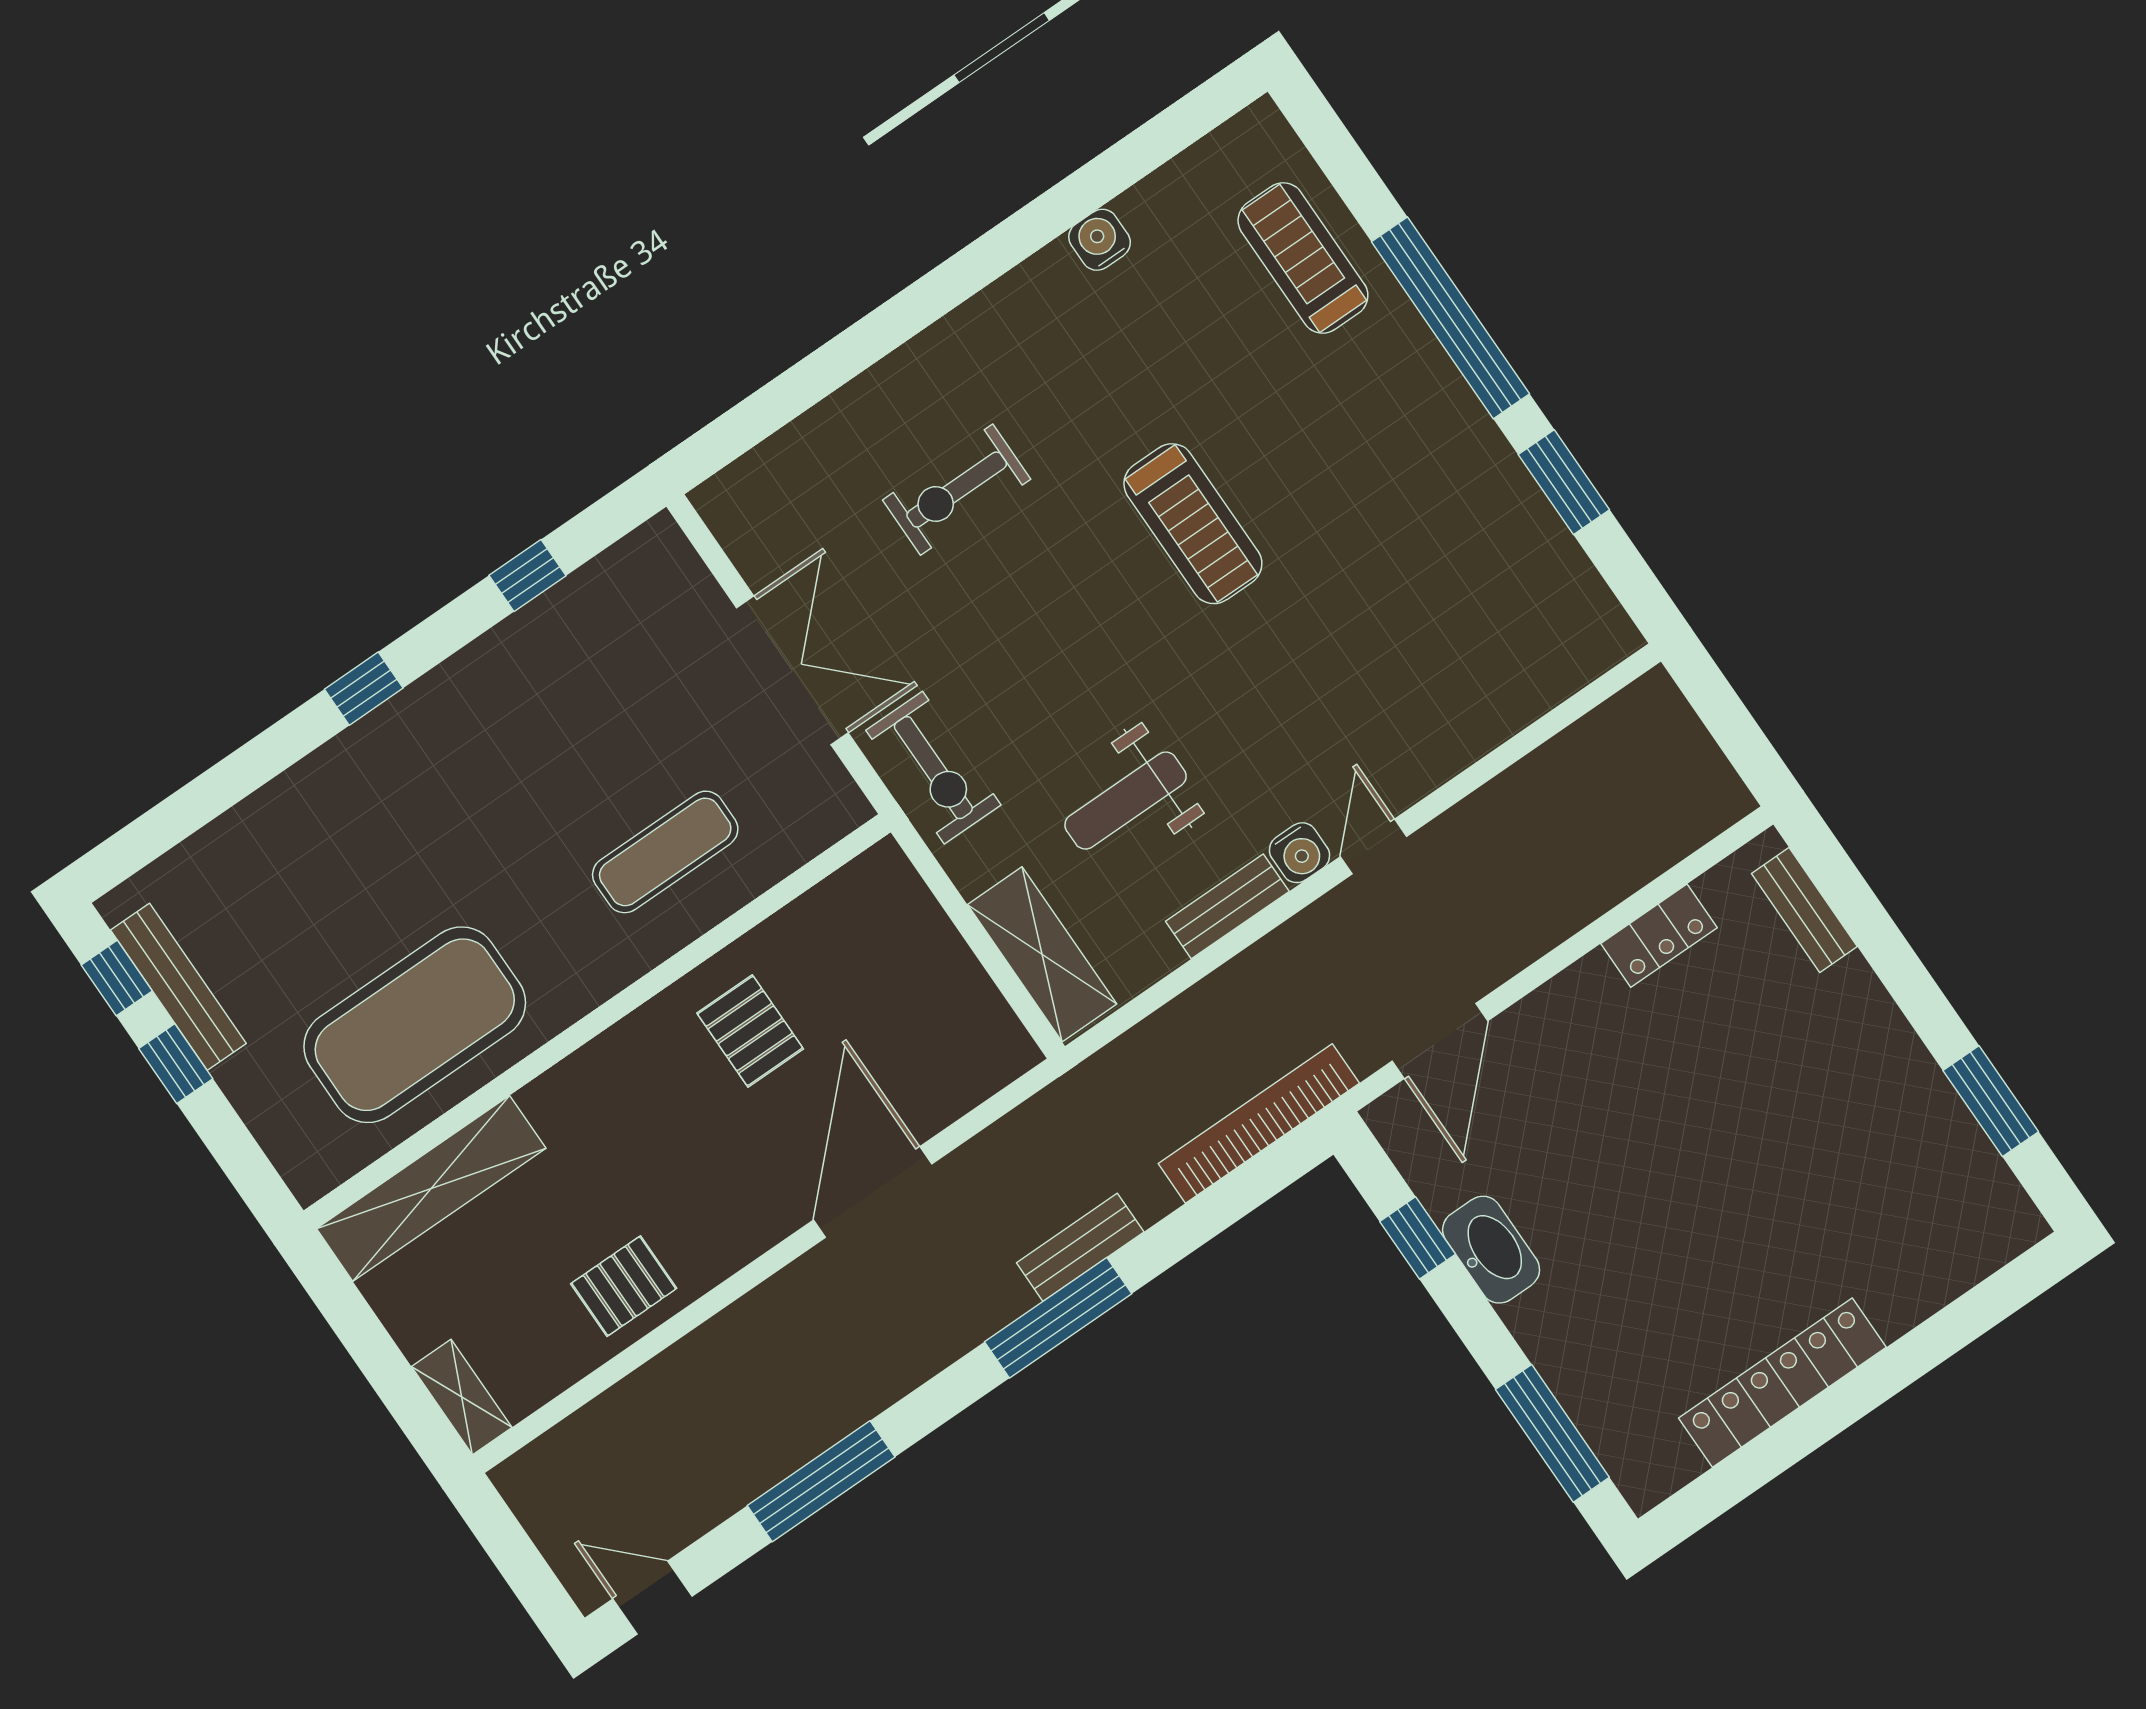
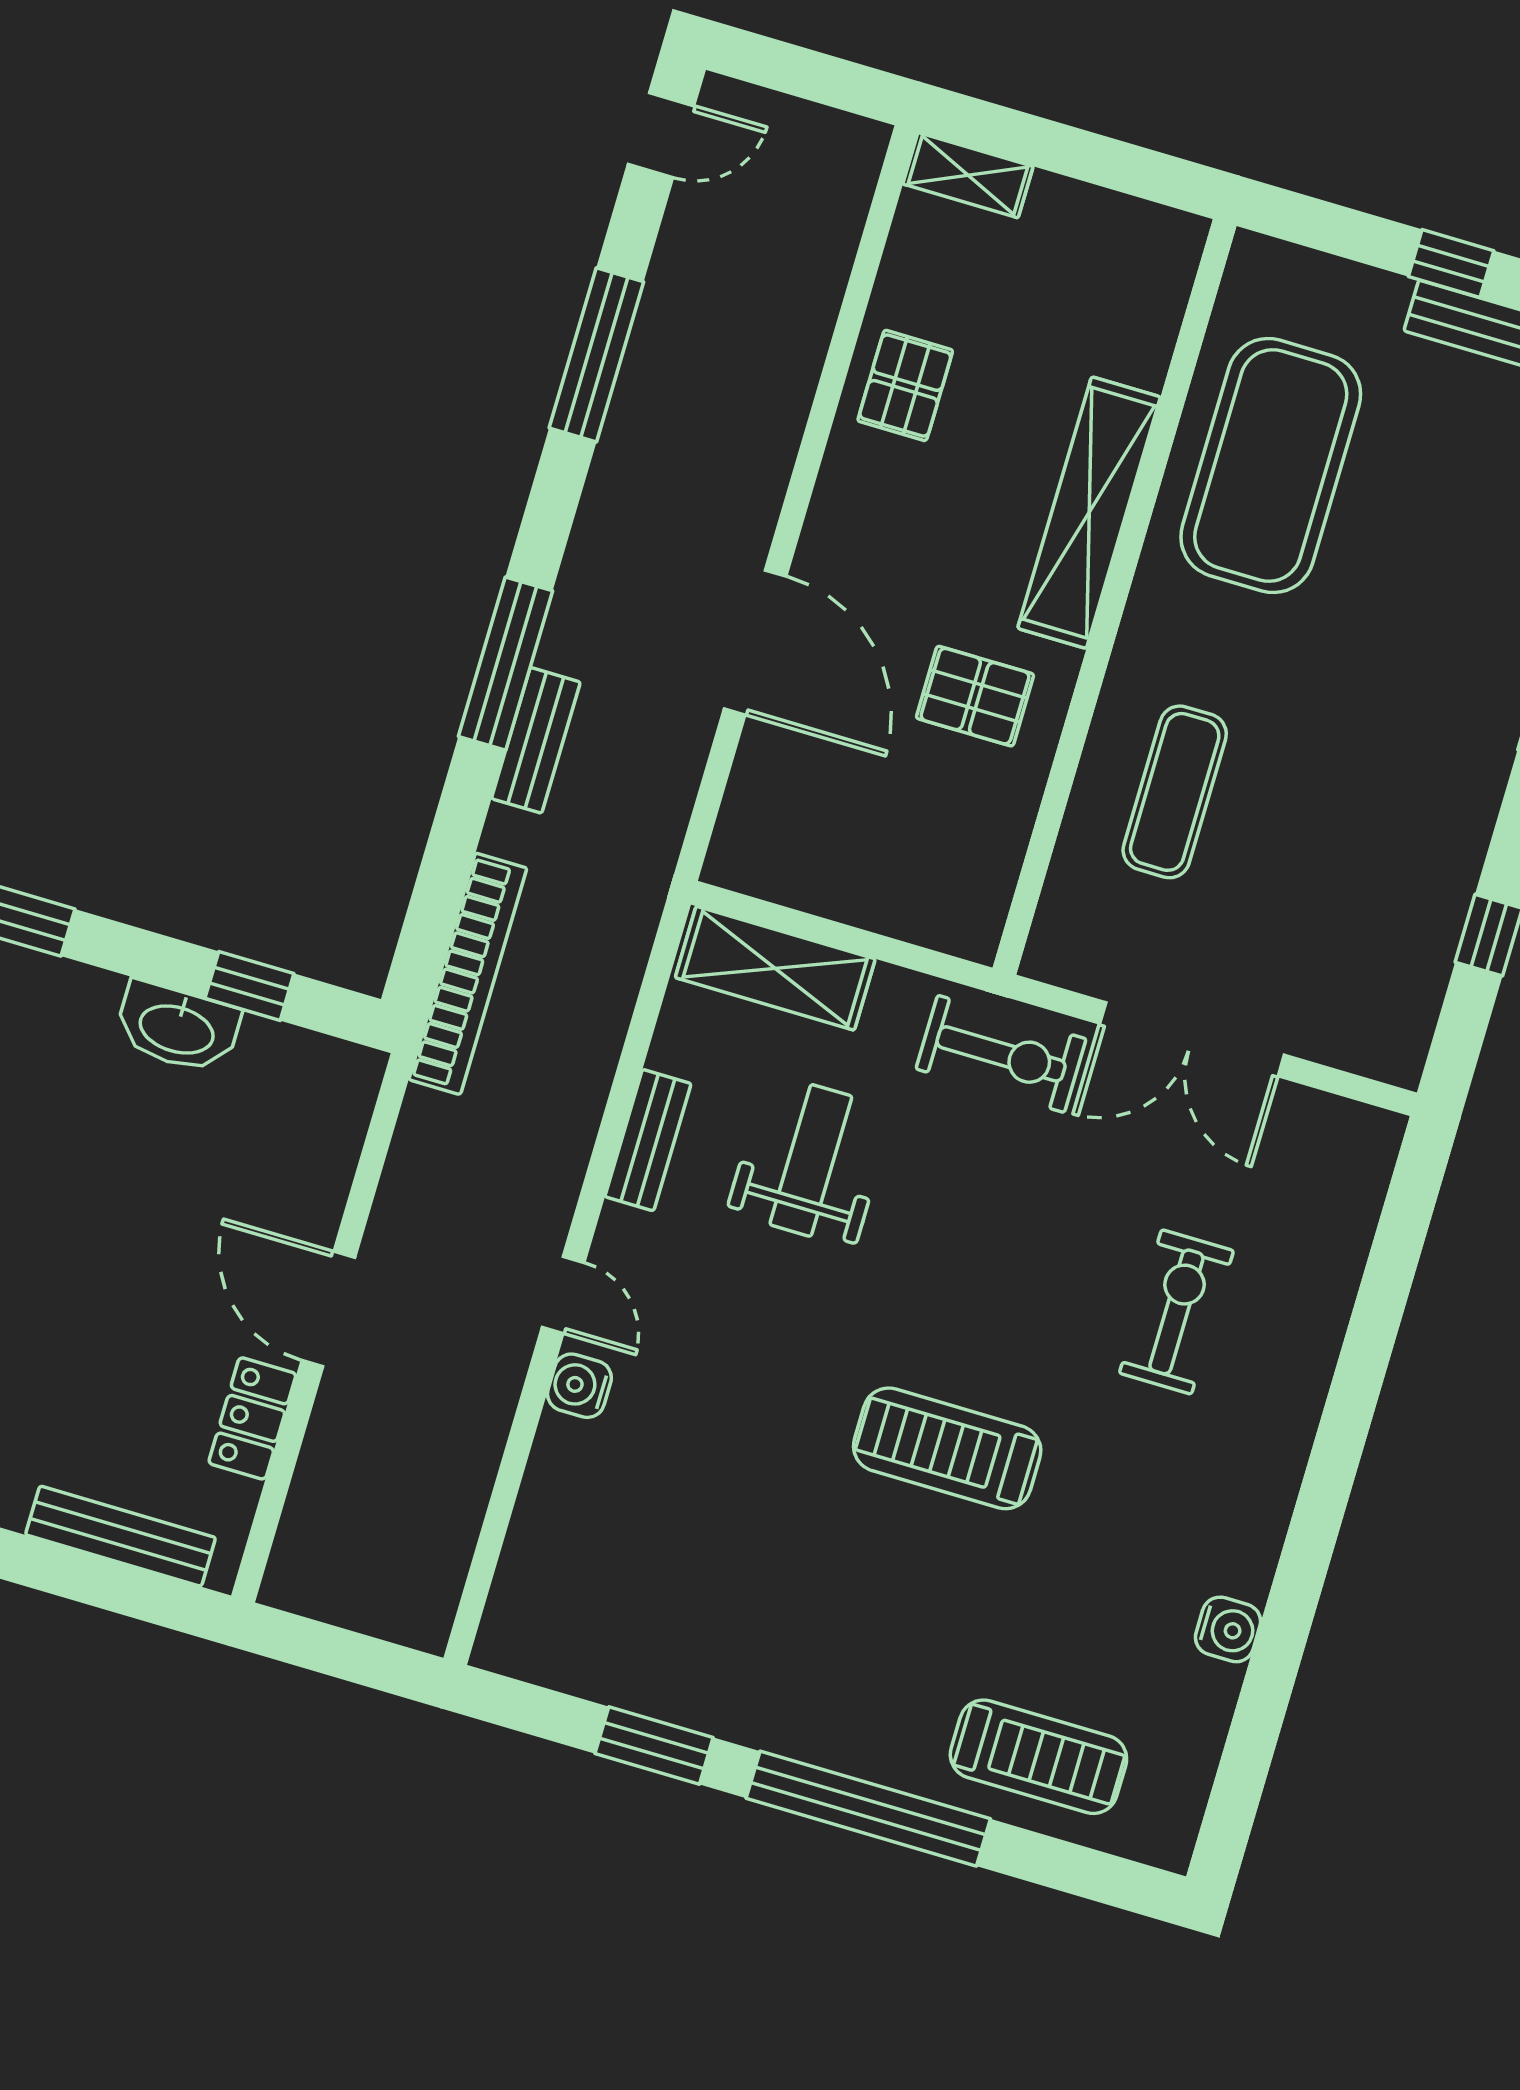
exercise bike: (933, 768) -> (1001, 1054), turned 180
water cooler: (1299, 853) -> (579, 1386), moved
bench: (1804, 910) -> (121, 1536), width x1.36
door: (1440, 1041) -> (328, 1309), moved
shelving: (431, 1188) -> (1089, 513), moved

